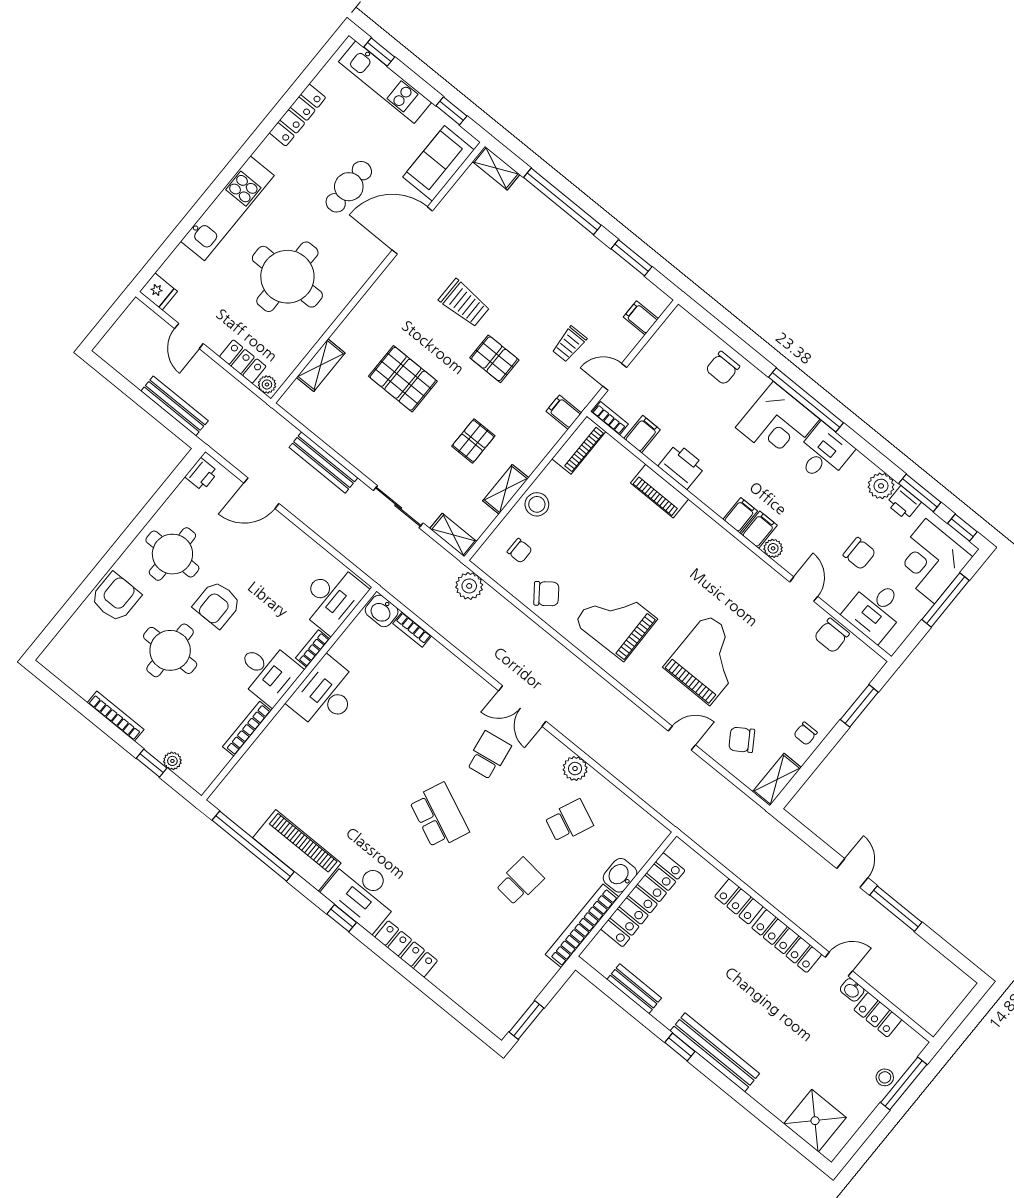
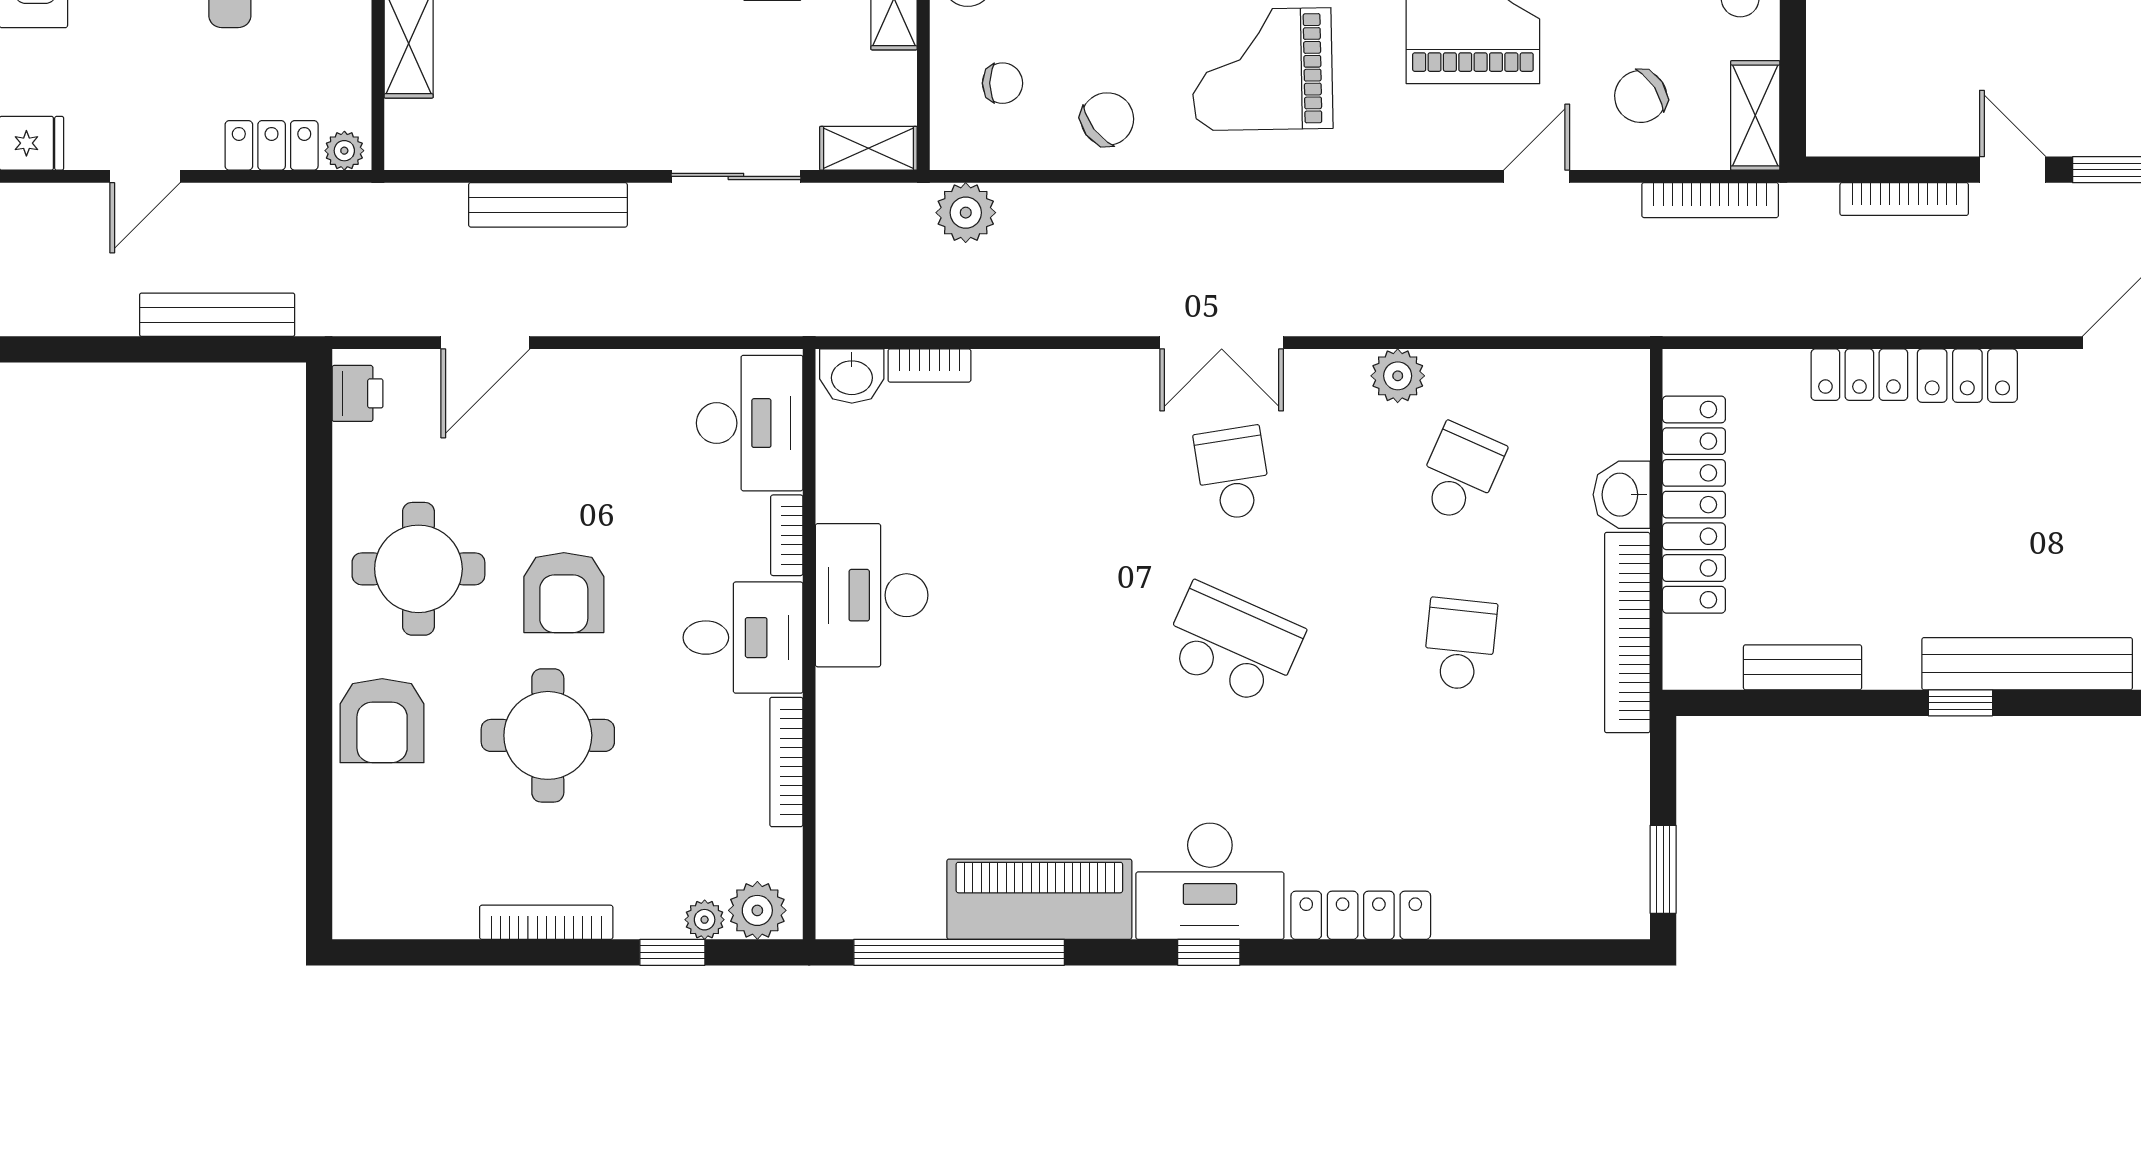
door: (189, 336) -> (145, 176), hinge flipped
armchair: (116, 597) -> (382, 721), turned 180
plant: (194, 773) -> (757, 910), added
bookcase: (736, 797) -> (1710, 200), added
bookcase: (805, 852) -> (1904, 199), added
locker: (787, 941) -> (1967, 376), width x0.66

